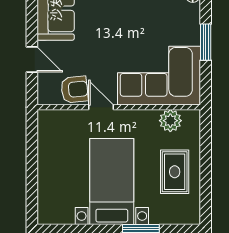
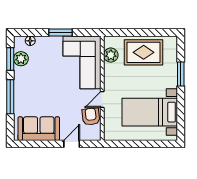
rug: (175, 172) -> (144, 52), width x1.36, depth x1.43
bed with nightstands: (112, 181) -> (150, 112), moved

